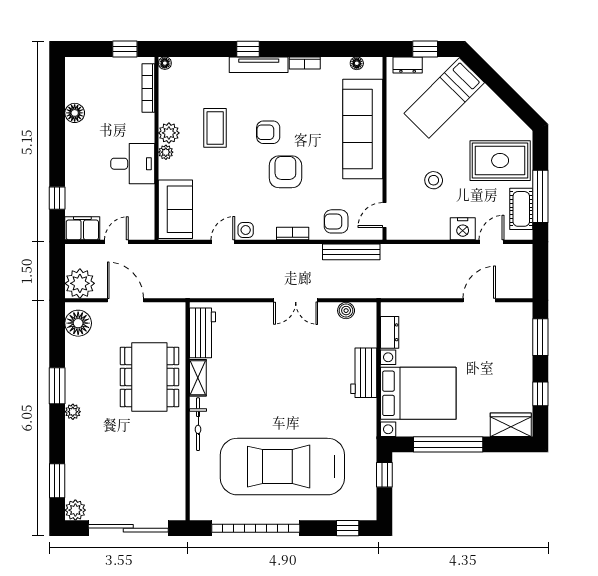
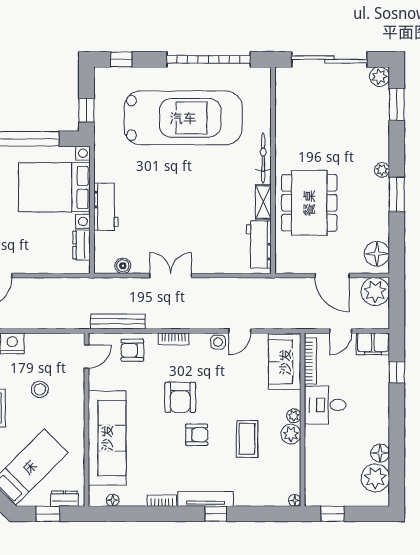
plant: (80, 87) -> (375, 478), added
bookcase: (148, 88) -> (310, 361), moved
armchair: (336, 221) -> (132, 350), turned 180

